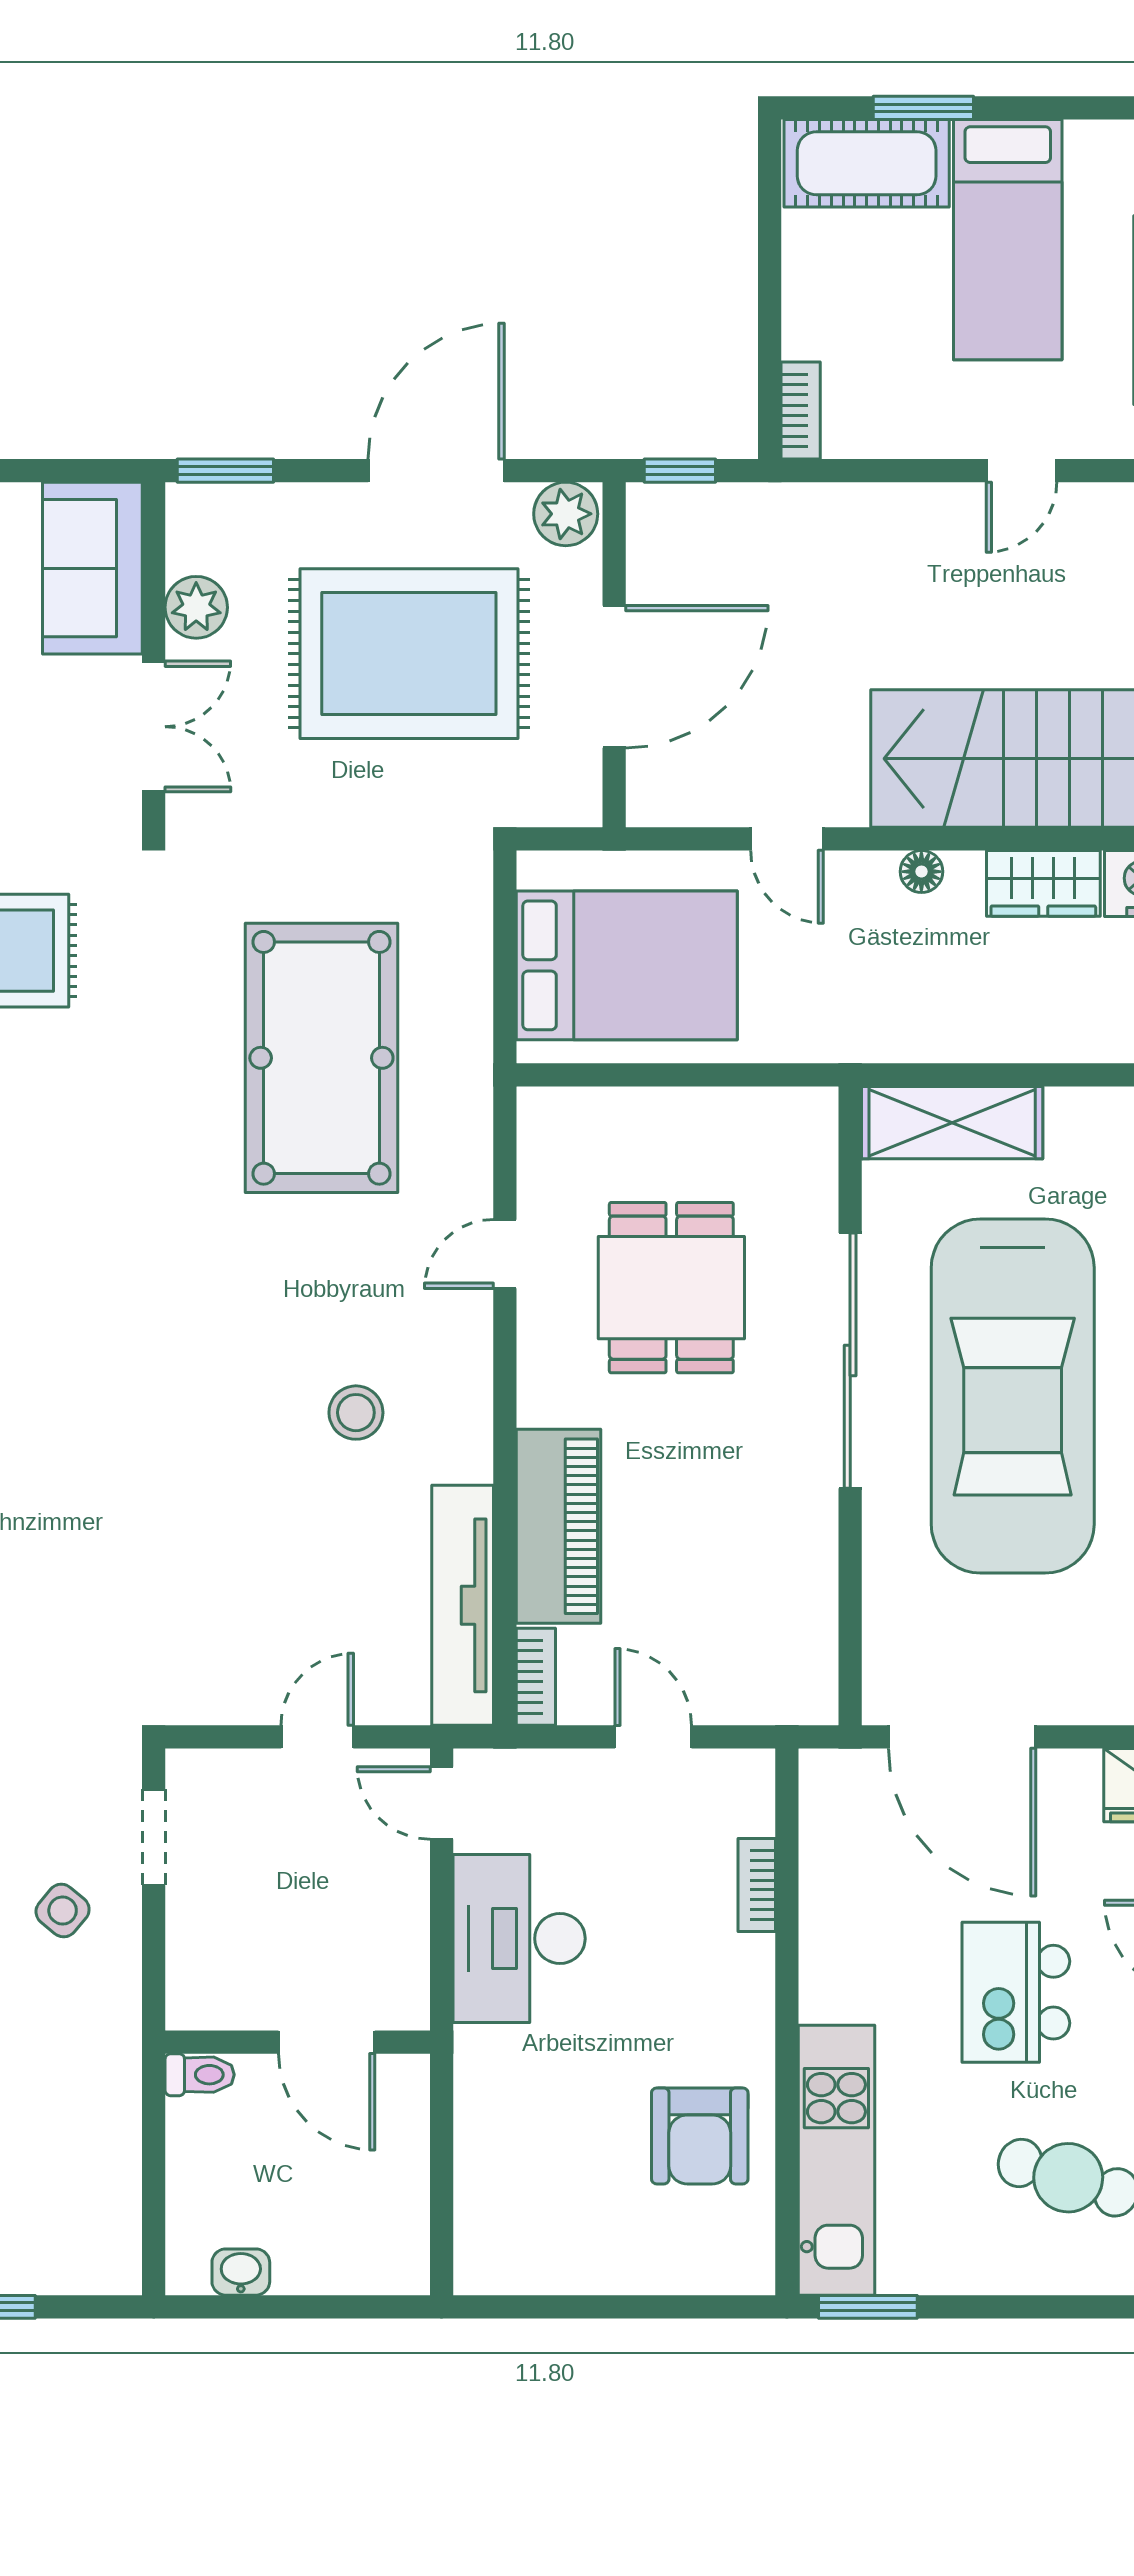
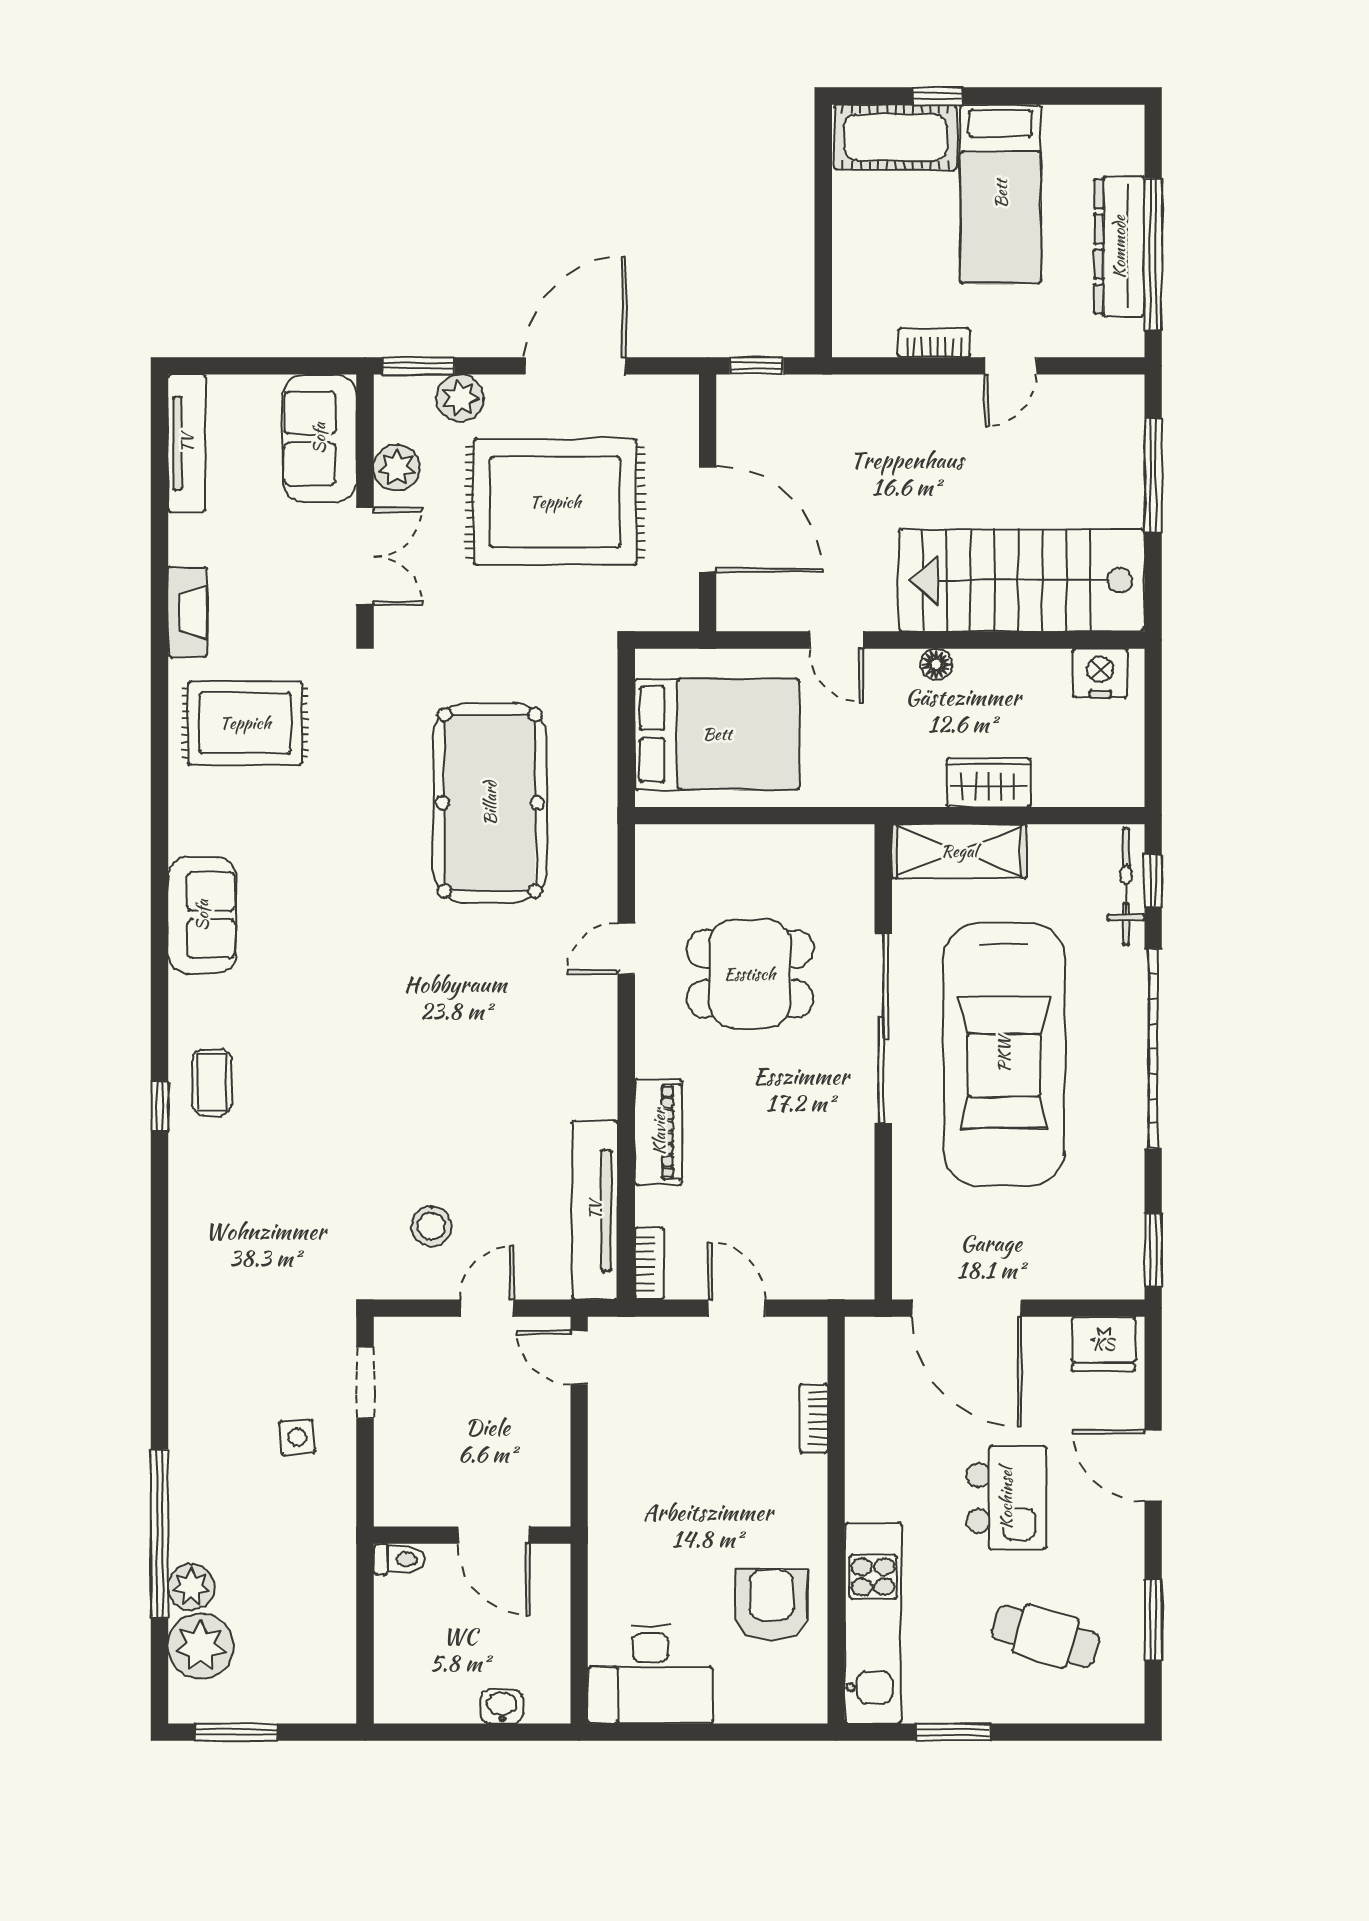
window: (923, 108) -> (938, 96), width x0.67
bookcase: (801, 410) -> (934, 343), moved, turned -90
plant: (566, 514) -> (460, 398), moved
door: (614, 677) -> (708, 519), hinge flipped
wardrobe: (1043, 883) -> (989, 783), moved, turned 180
dining table: (671, 1288) -> (750, 974), turned 90
stool: (356, 1413) -> (431, 1226), moved
piano: (559, 1526) -> (659, 1132), width x0.73, depth x0.75
side table: (63, 1911) -> (297, 1437), turned 45
desk: (519, 1939) -> (650, 1674), moved, turned -90
kitchen island: (1016, 1992) -> (1006, 1498), turned 180
armchair: (700, 2136) -> (771, 1605), turned 180
washbasin: (241, 2272) -> (502, 1706), moved
window: (868, 2307) -> (953, 1732), moved

